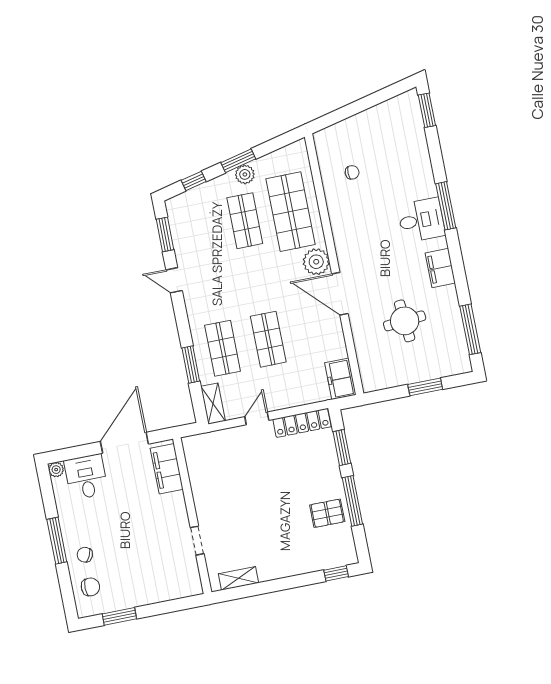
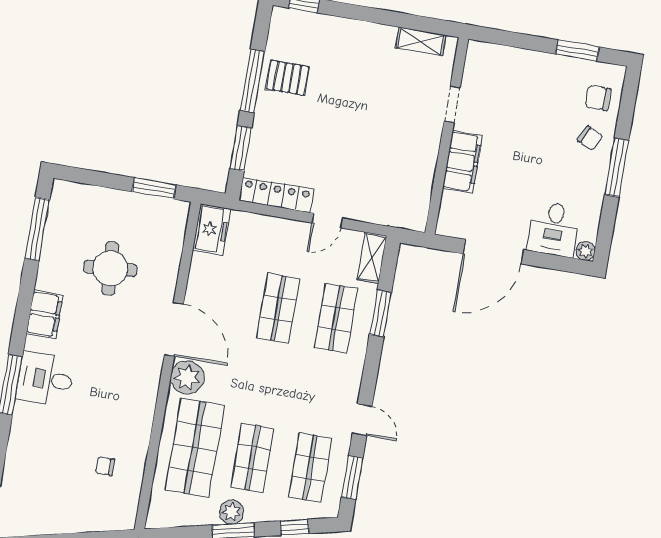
shop shelf: (199, 230) -> (310, 468), added
window: (425, 387) -> (154, 188), moved
filing cabinet: (167, 469) -> (462, 162), moved

